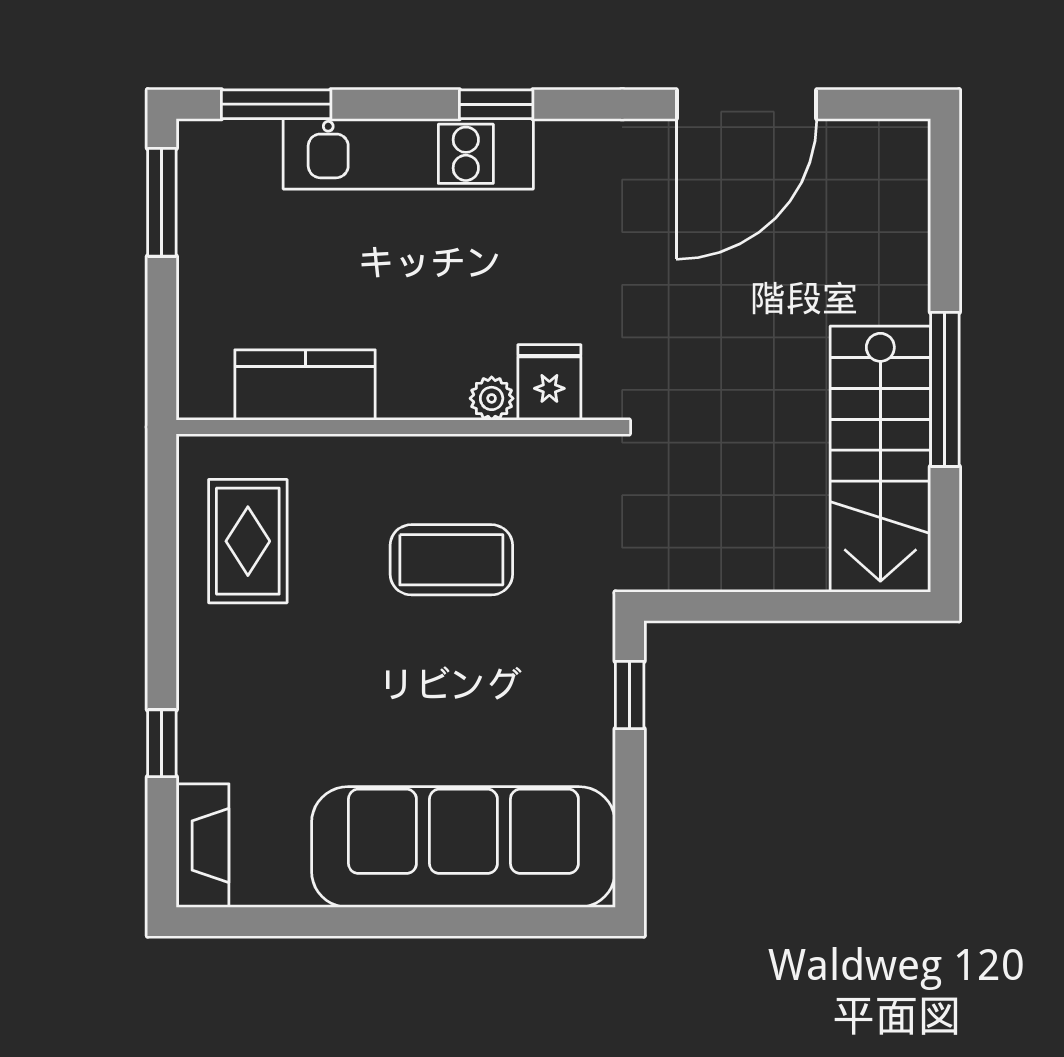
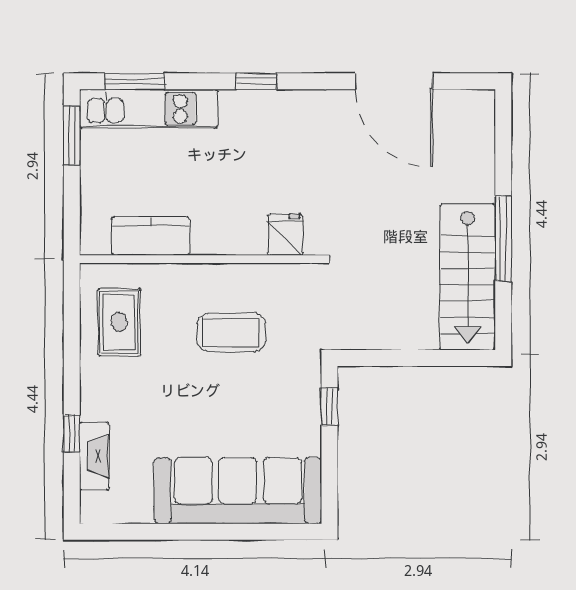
door: (746, 104) -> (394, 81), hinge flipped
kitchen unit: (408, 154) -> (149, 109), moved
plant: (492, 398) -> (253, 243), removed
fireplace: (203, 846) -> (94, 456), moved

